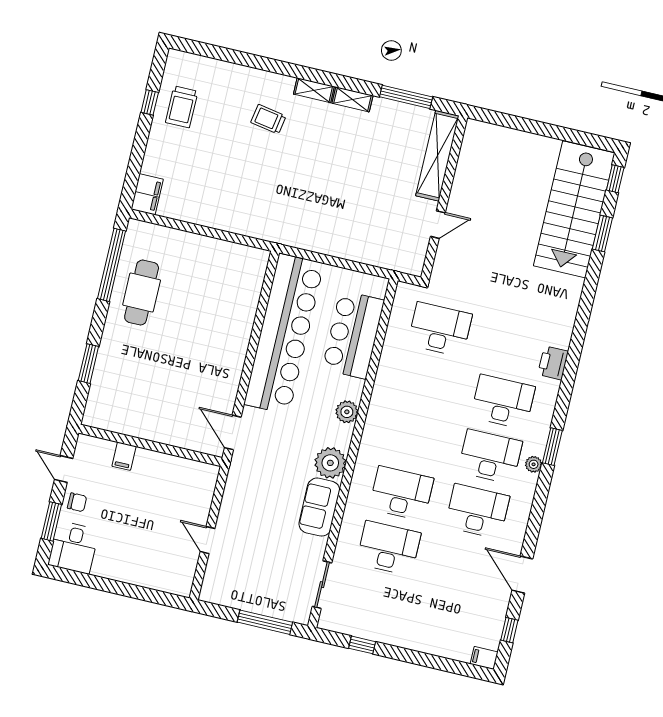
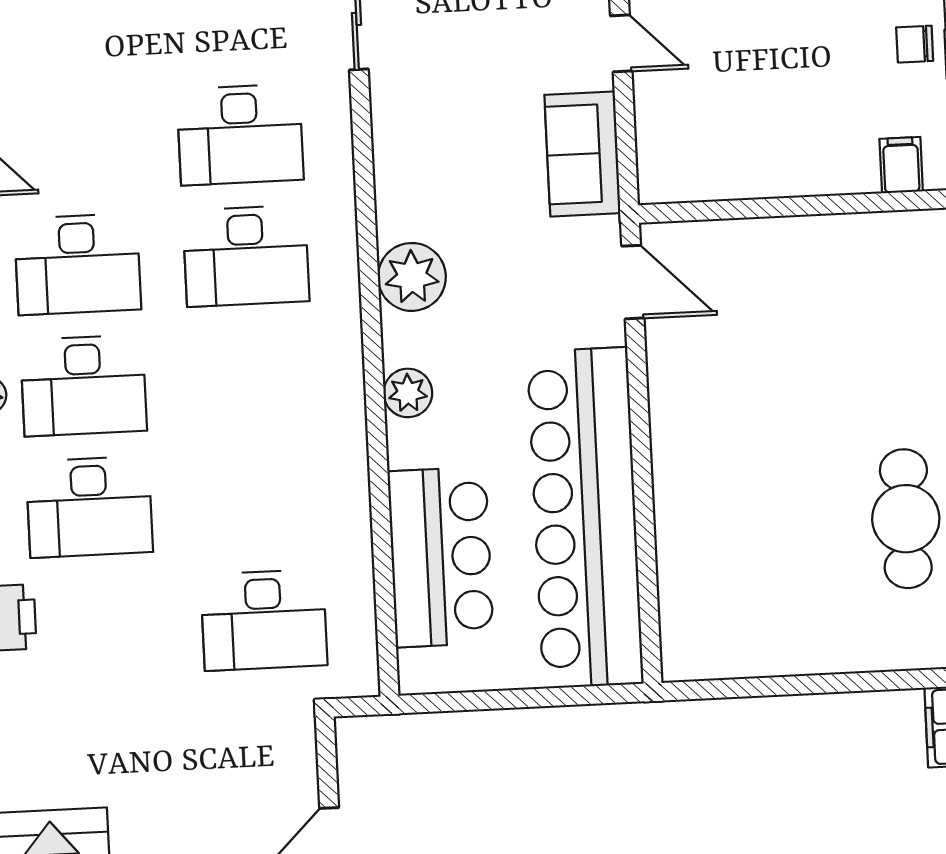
filing cabinet: (124, 456) -> (901, 165), moved
sofa: (319, 507) -> (583, 154), moved, turned 180

